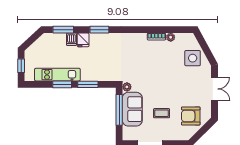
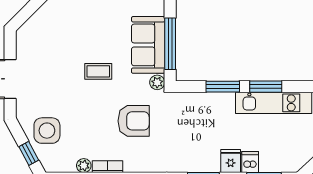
window: (203, 45) -> (29, 153), added
coffee table: (162, 113) -> (98, 71), moved
armchair: (191, 116) -> (134, 121), moved

